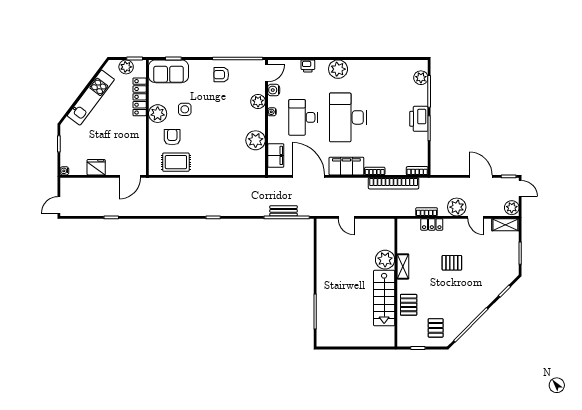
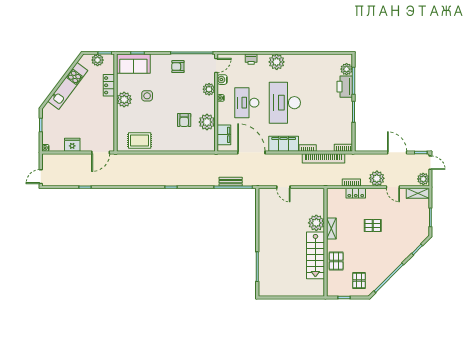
locker: (140, 97) -> (109, 85), width x0.66
printer: (419, 119) -> (345, 87), moved
armchair: (172, 137) -> (184, 120), moved, turned 180

